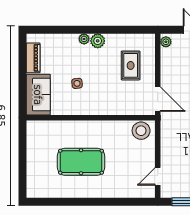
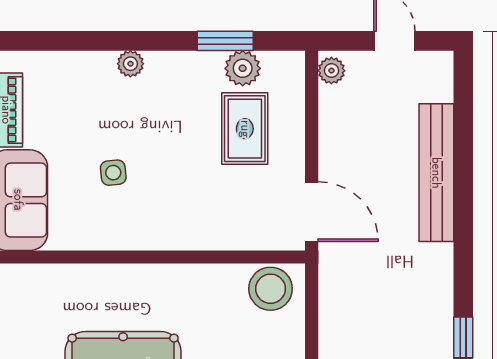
window: (123, 30) -> (225, 41), added
plant: (98, 41) -> (243, 68), moved

